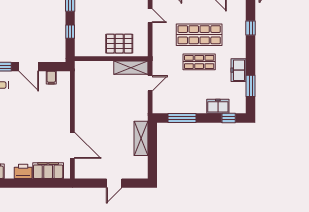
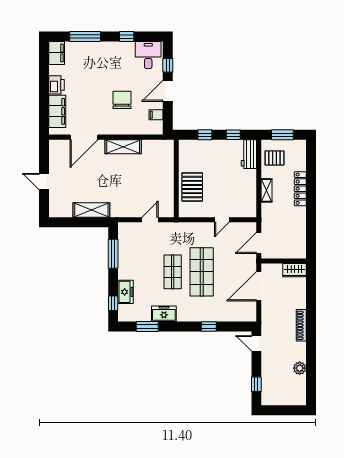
shelving: (131, 68) -> (123, 147), moved, turned 90
door: (150, 83) -> (150, 220), swing flipped
chair: (37, 110) -> (122, 100), added

